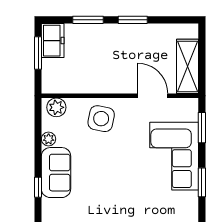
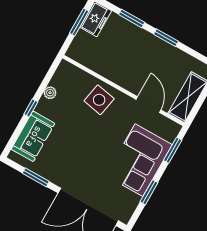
plant: (56, 107) -> (70, 72), removed
sofa: (56, 173) -> (33, 136), moved
window: (38, 187) -> (31, 108), moved

